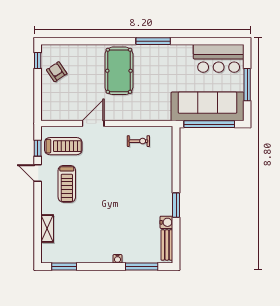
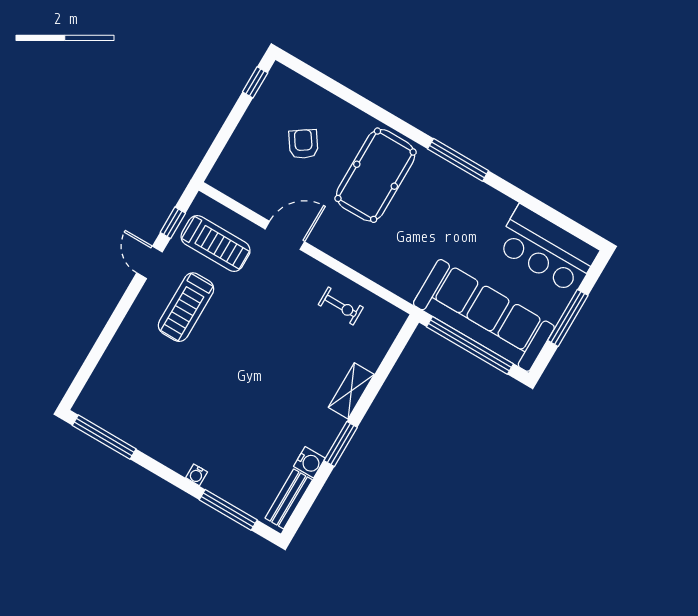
armchair: (57, 72) -> (303, 144), moved
shelving: (47, 229) -> (351, 391), moved
window: (64, 266) -> (104, 437), width x1.44

